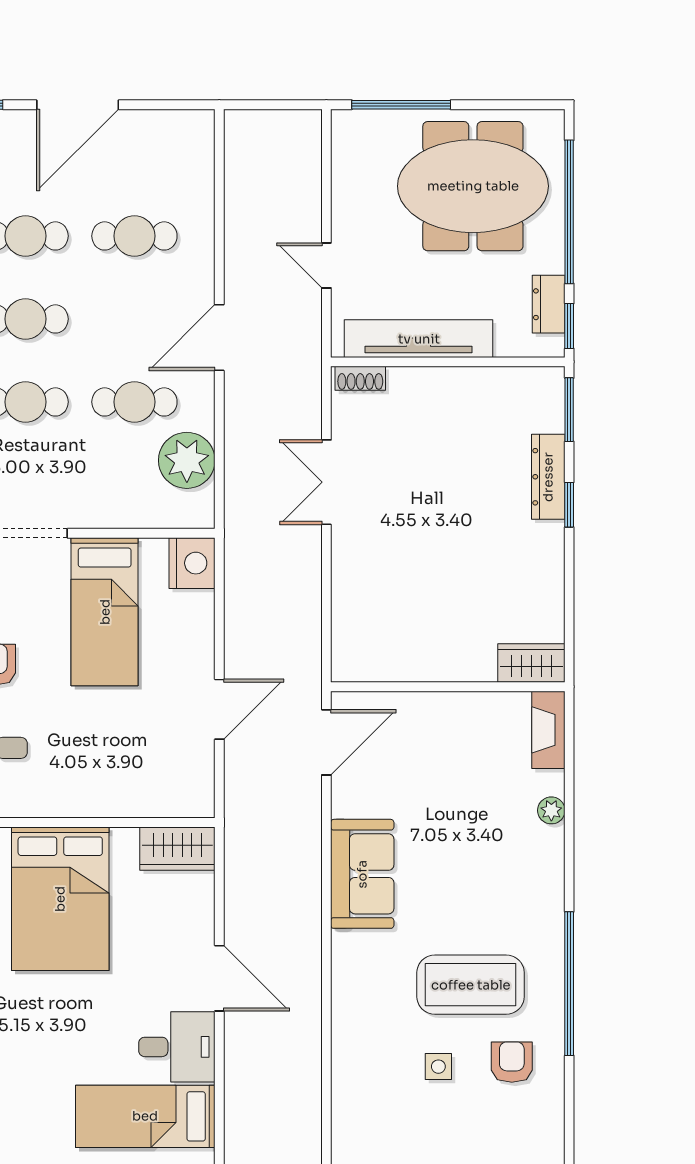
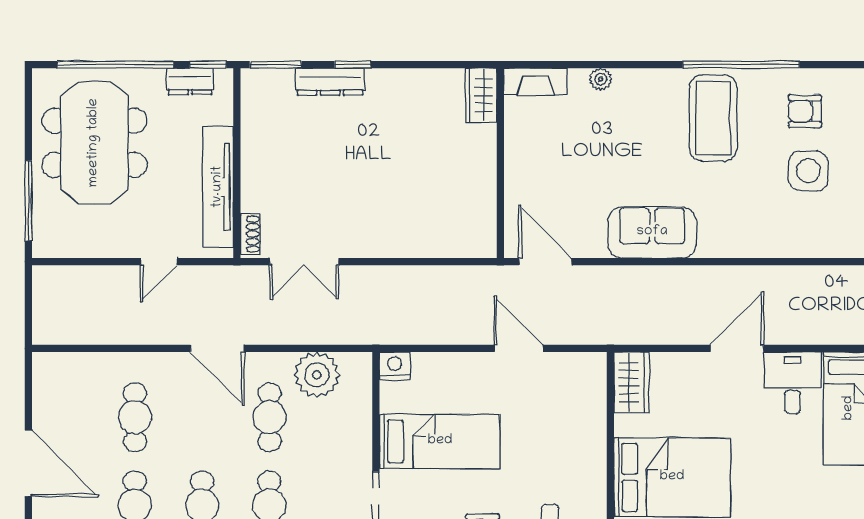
double door: (326, 482) -> (304, 262), moved
nightstand: (192, 563) -> (395, 366), width x0.74, depth x0.75
coffee table: (471, 985) -> (713, 118), moved
side table: (438, 1067) -> (808, 171), width x1.87, depth x1.87

